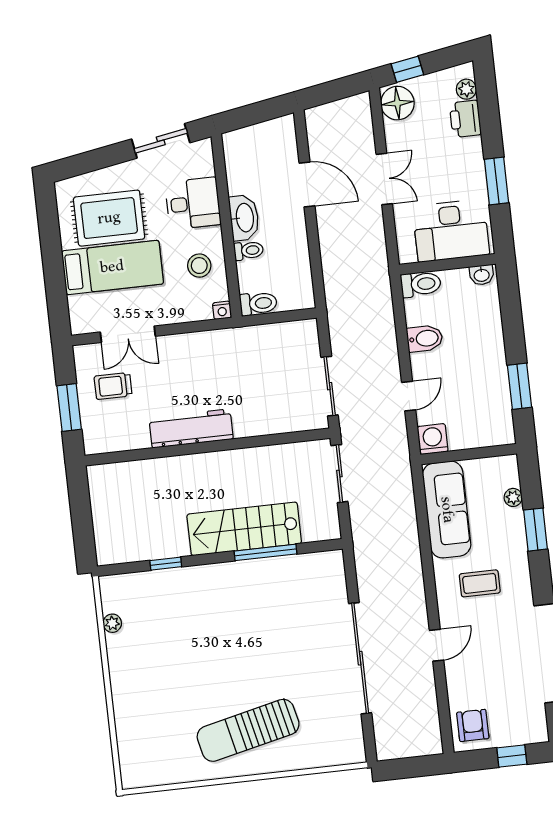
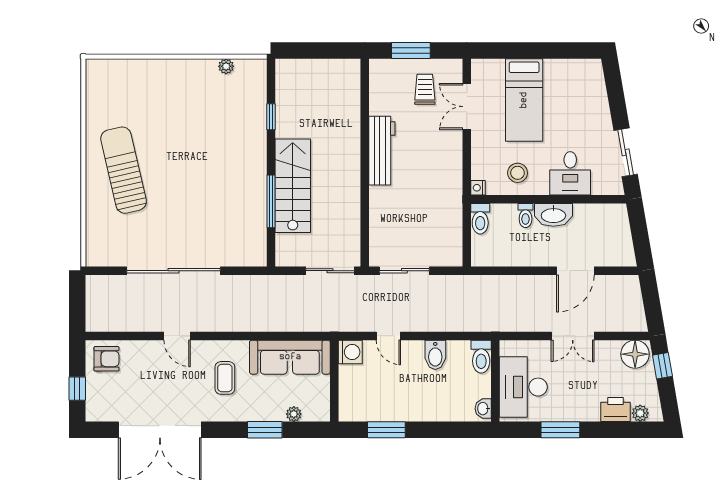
rug: (109, 218) -> (566, 102), removed

